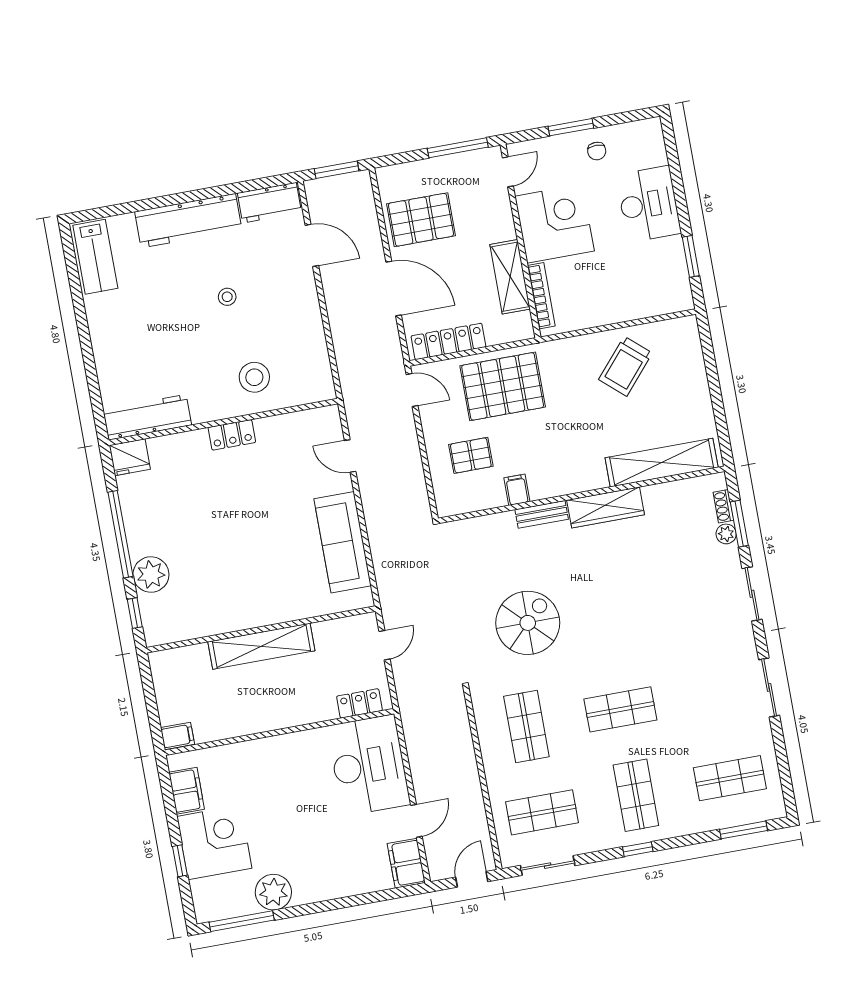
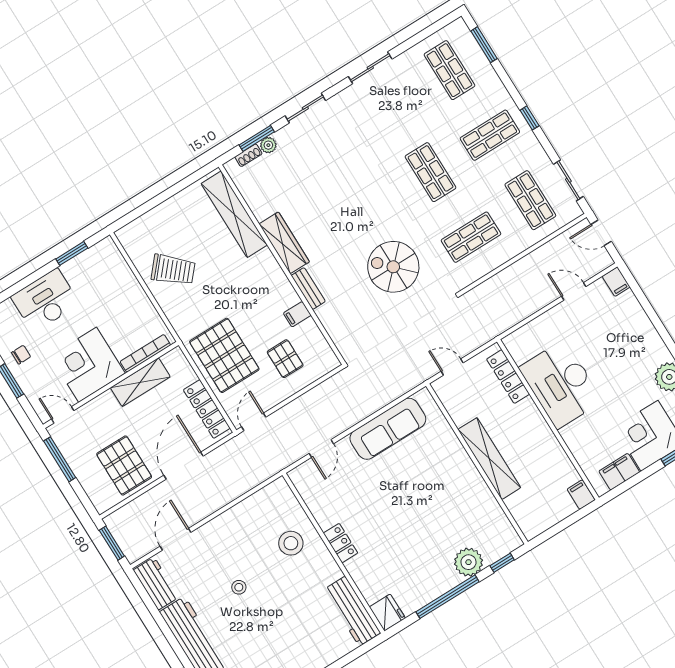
locker: (359, 703) -> (508, 377), width x1.53
desk: (369, 765) -> (561, 384), moved, turned -90
filing cabinet: (406, 863) -> (616, 282), width x0.50

